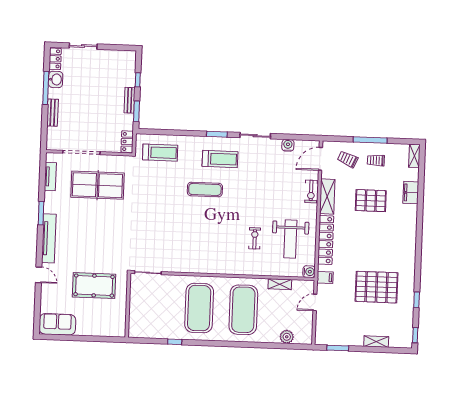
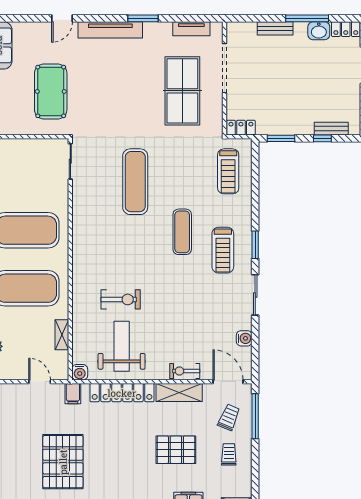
bench: (130, 100) -> (331, 129), moved
window: (370, 140) -> (255, 416), moved
pallet: (371, 201) -> (176, 450), turned 90
exercise mat: (165, 224) -> (135, 182), added
exercise bike: (255, 238) -> (121, 299), width x1.38, depth x1.39
weight bench: (290, 239) -> (122, 346), turned 90

